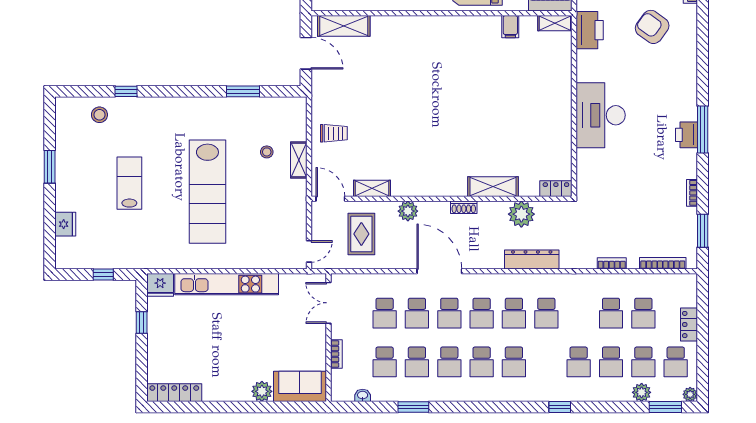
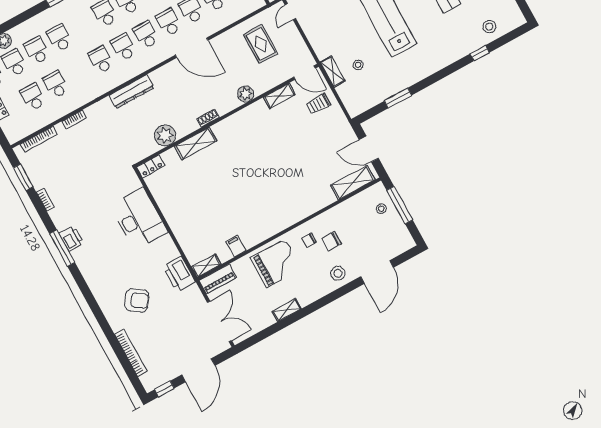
shelving: (493, 187) -> (195, 144), moved
shelving: (372, 188) -> (279, 96), moved
locker: (556, 189) -> (151, 166), moved
door: (330, 199) -> (304, 73), moved
wall: (442, 199) -> (227, 115), moved
shoe rack: (464, 207) -> (208, 118), moved
plant: (408, 211) -> (246, 94), moved
plant: (521, 214) -> (165, 135), moved

